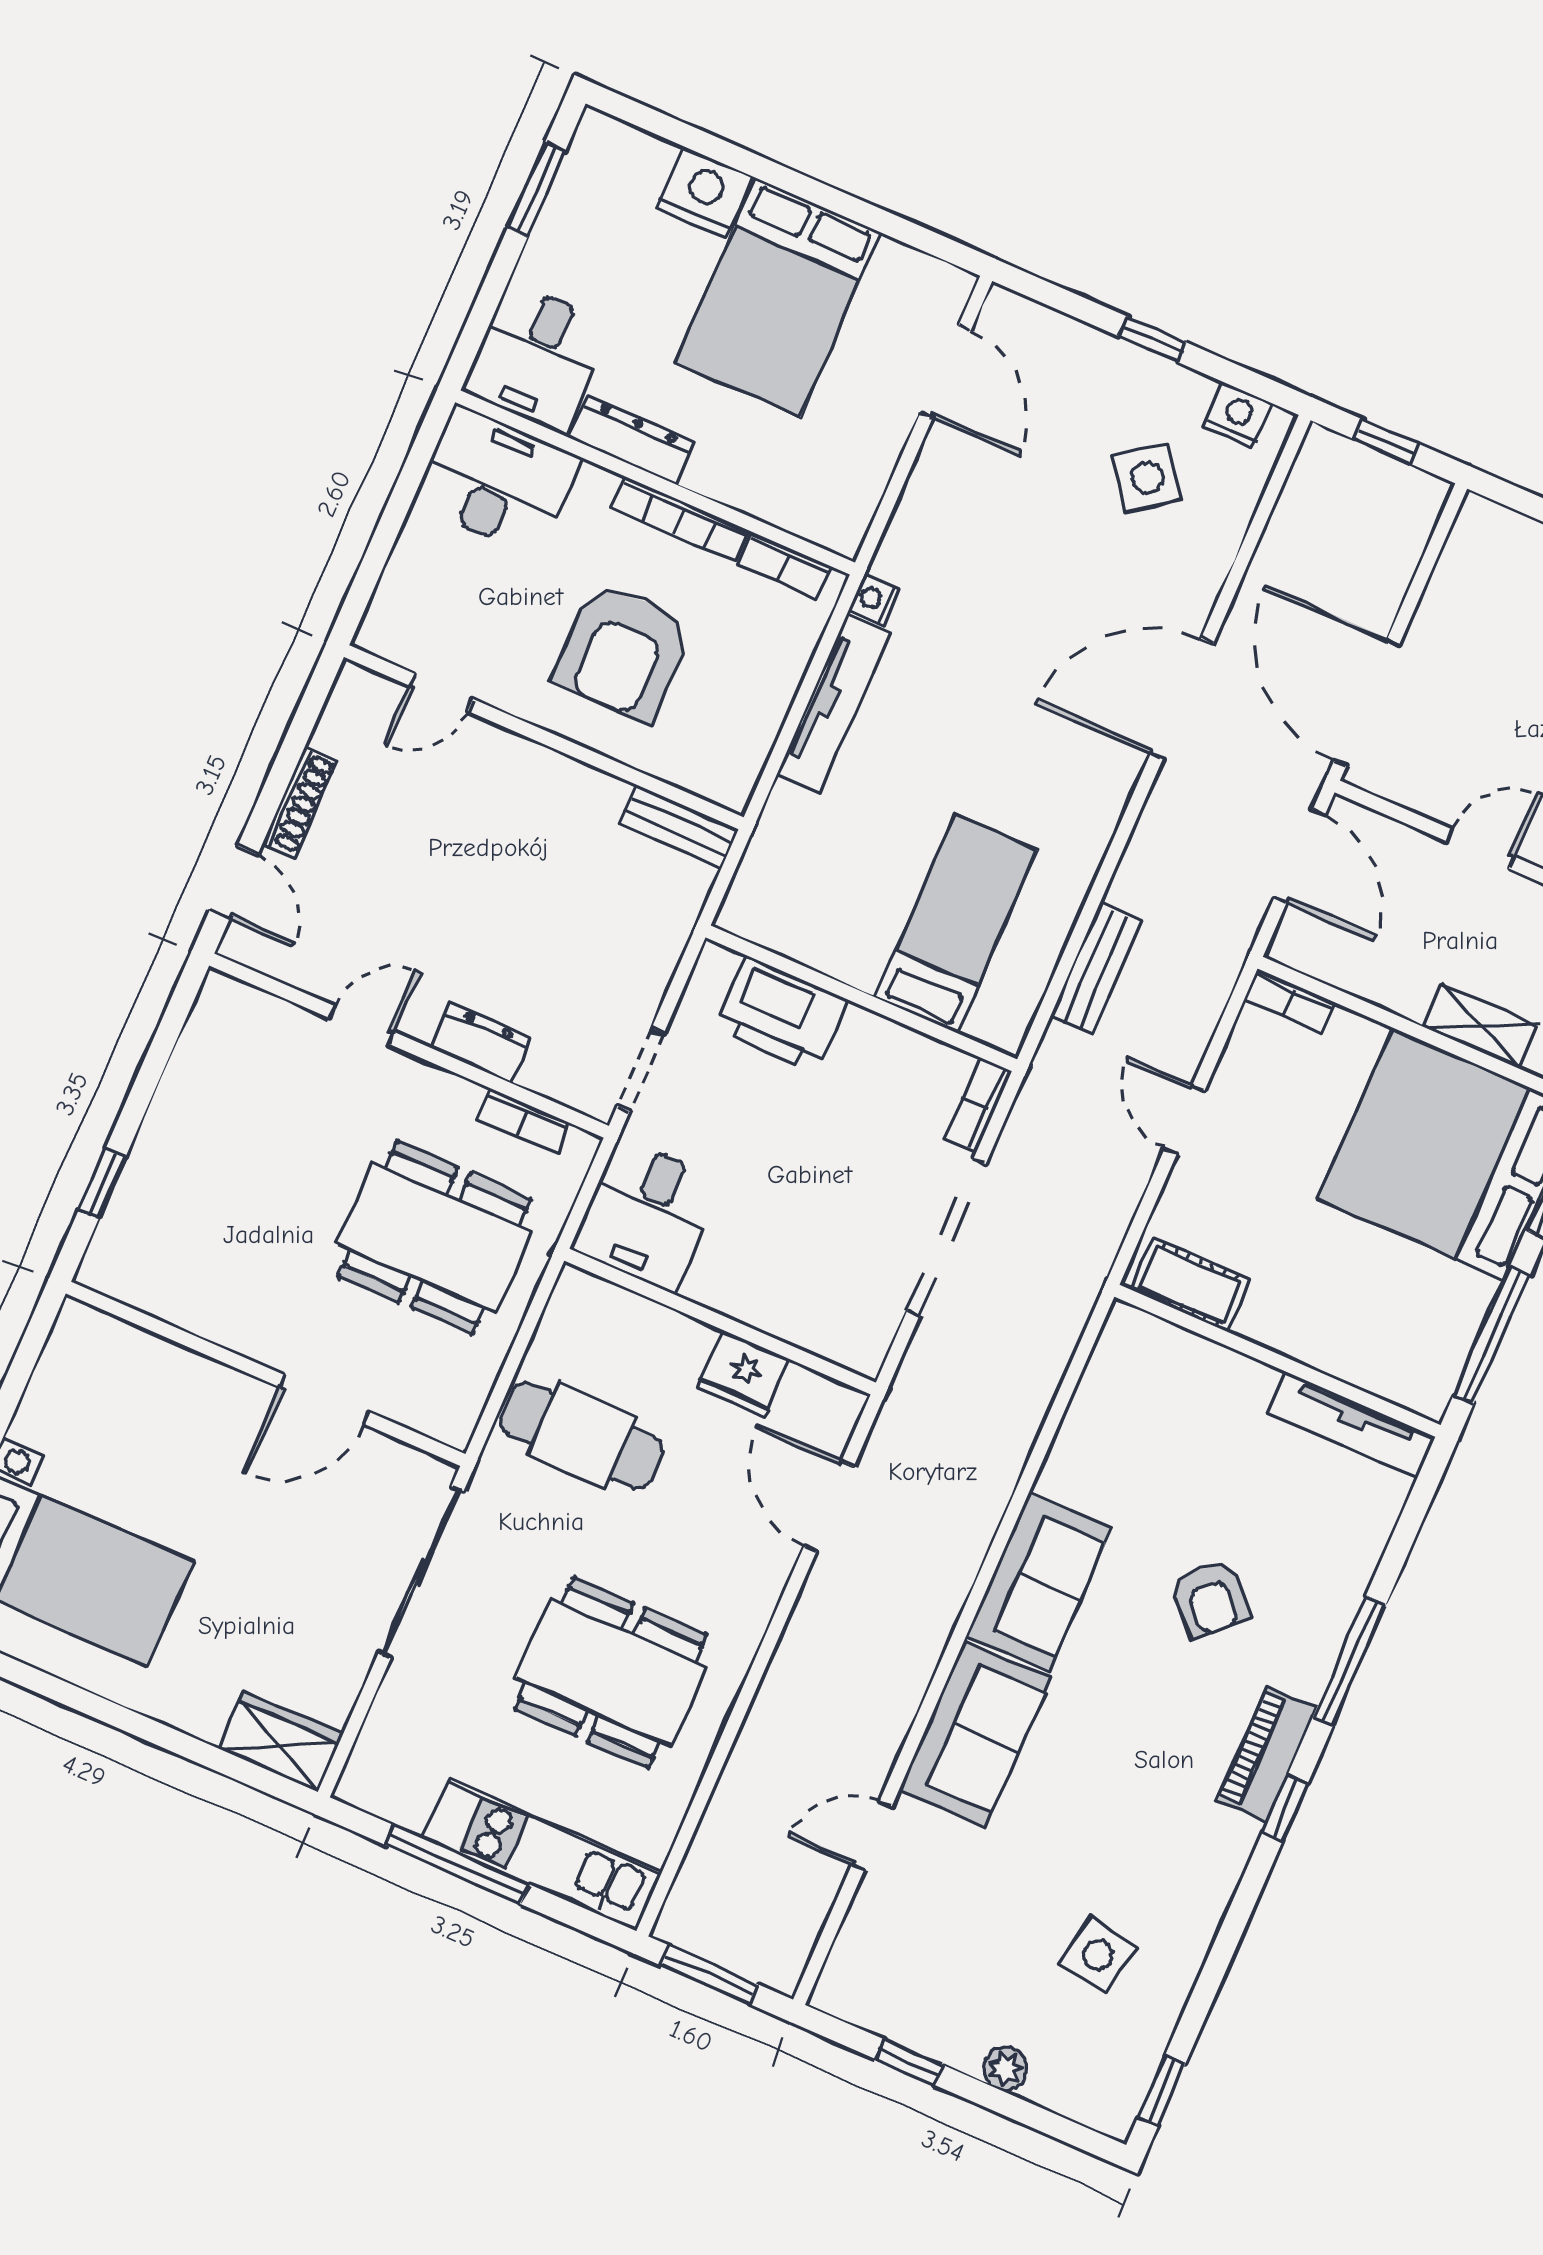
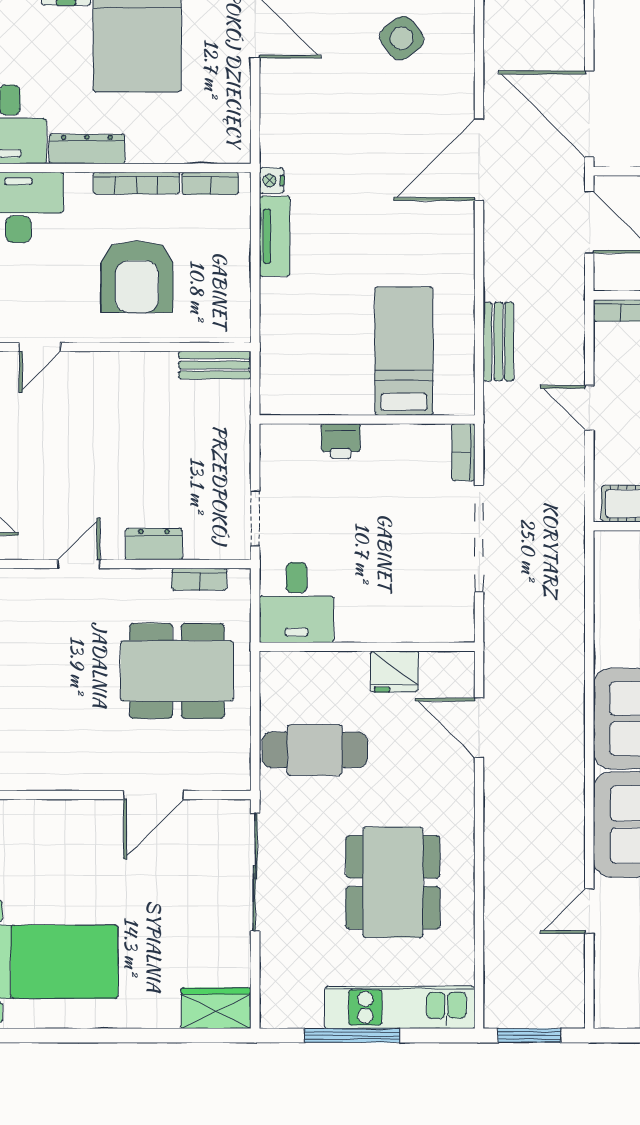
tv unit: (833, 704) -> (275, 236), width x0.71
printer: (781, 1014) -> (341, 441), width x0.53, depth x0.68
dining table: (611, 1672) -> (393, 882), turned 90

